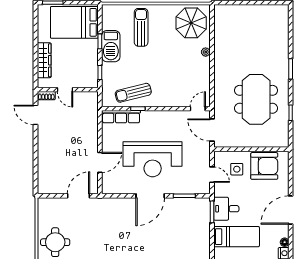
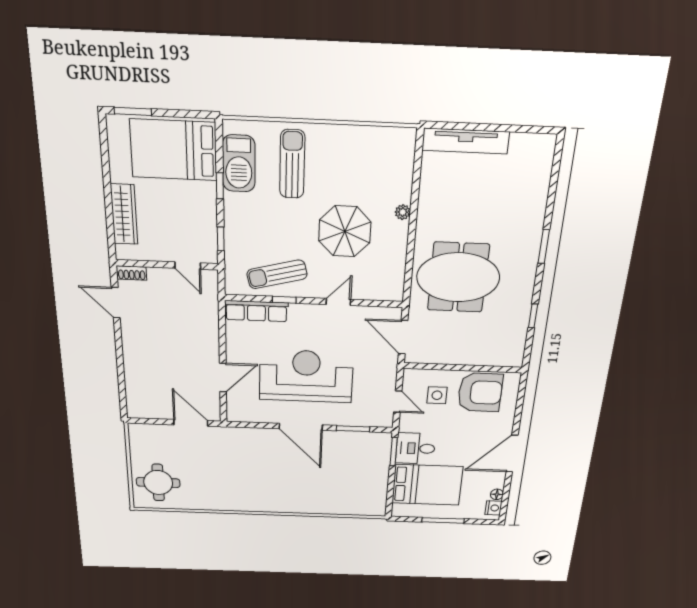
tv unit: (238, 11) -> (466, 141), added
parasol: (191, 23) -> (345, 231), moved
barbecue: (111, 46) -> (239, 163), moved
door: (65, 90) -> (188, 266), moved
meeting table: (256, 99) -> (458, 277), moved, turned 90
door: (198, 109) -> (338, 302), moved
reception desk: (153, 159) -> (306, 376), turned 180
door: (79, 196) -> (191, 423), hinge flipped
door: (150, 196) -> (301, 427), hinge flipped
bed: (237, 237) -> (427, 485), width x1.50

